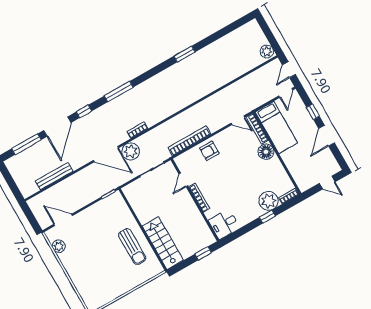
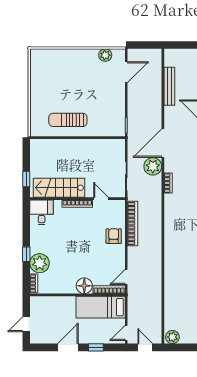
door: (286, 93) -> (126, 333), hinge flipped
door: (327, 136) -> (68, 347), hinge flipped
stairs: (163, 243) -> (59, 188), moved, turned 180

